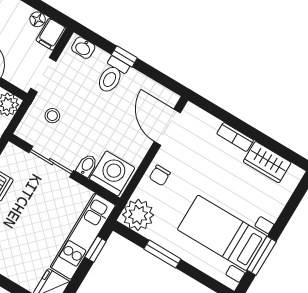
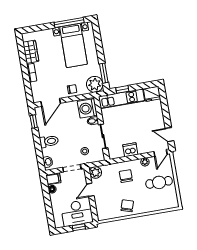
window: (124, 56) -> (34, 121), moved
window: (162, 254) -> (104, 73), moved
window: (262, 256) -> (69, 22), width x1.44

